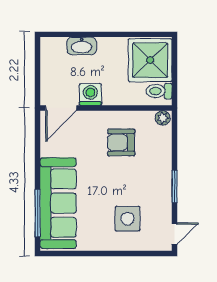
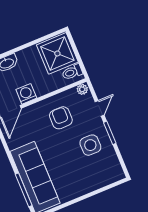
armchair: (121, 142) -> (61, 118), turned 90
side table: (128, 219) -> (90, 145), moved
door: (174, 234) -> (100, 108), moved

